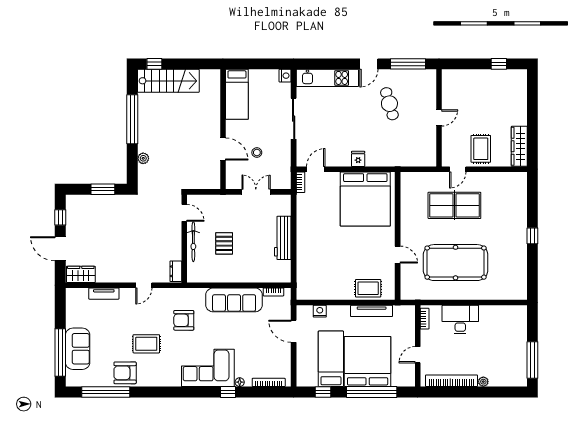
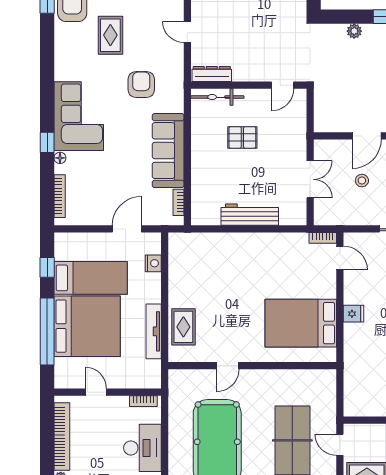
bed: (365, 199) -> (301, 323), width x0.73
bicycle: (193, 242) -> (217, 97), moved
dresser: (176, 271) -> (212, 74), width x1.44

